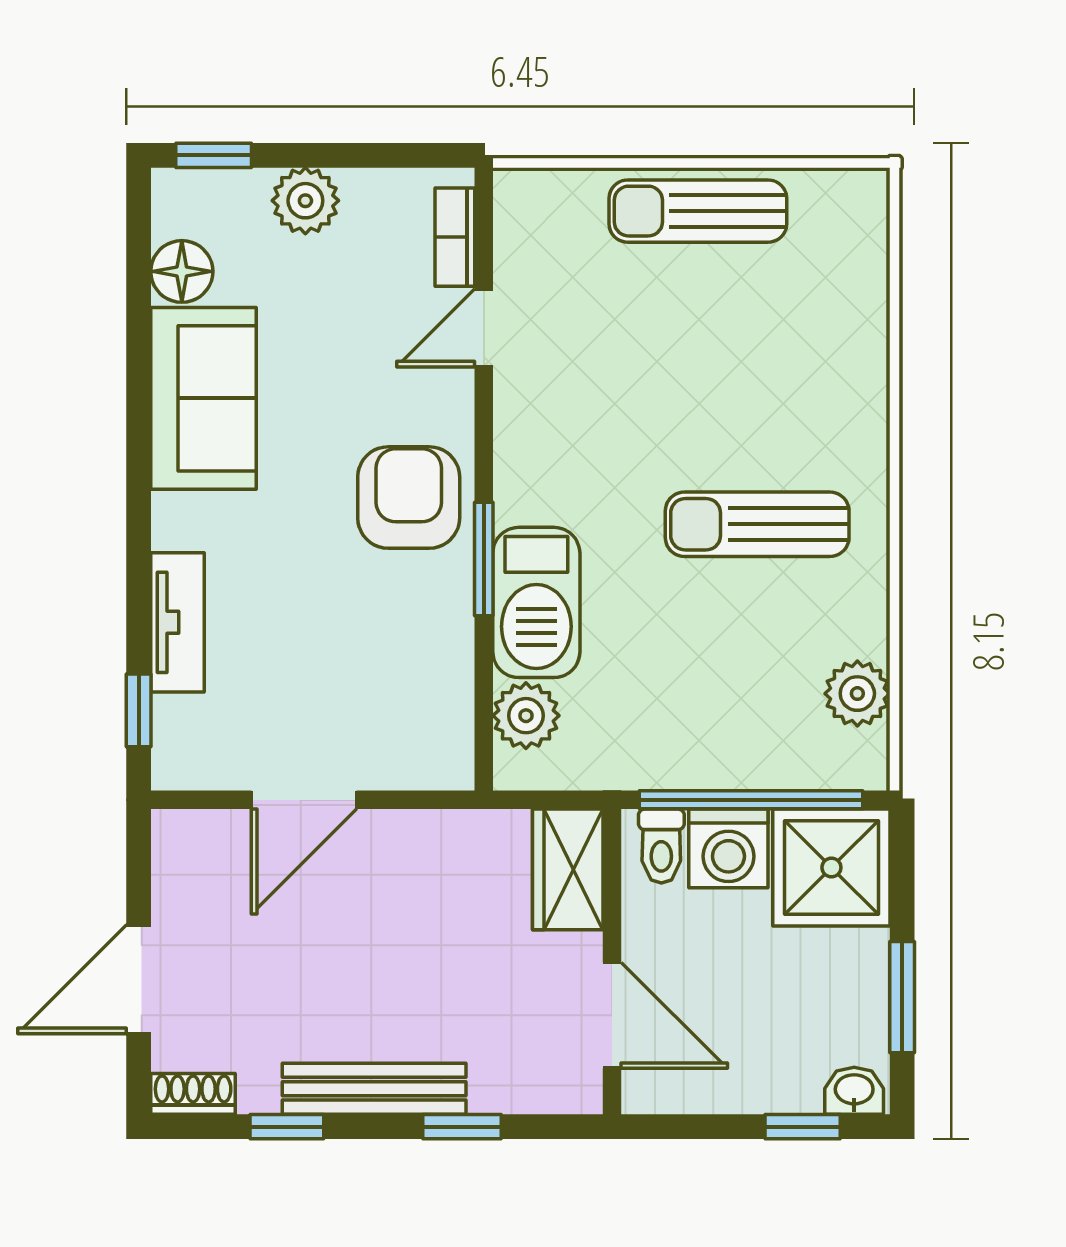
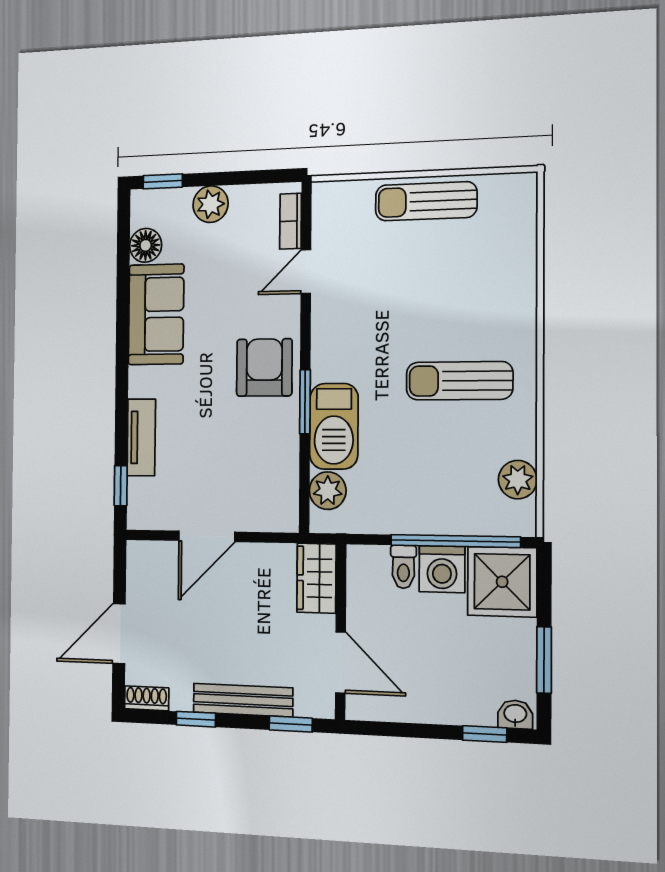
wardrobe: (568, 869) -> (316, 578), moved
wall: (612, 962) -> (341, 632), moved
door: (612, 1015) -> (340, 663), moved

